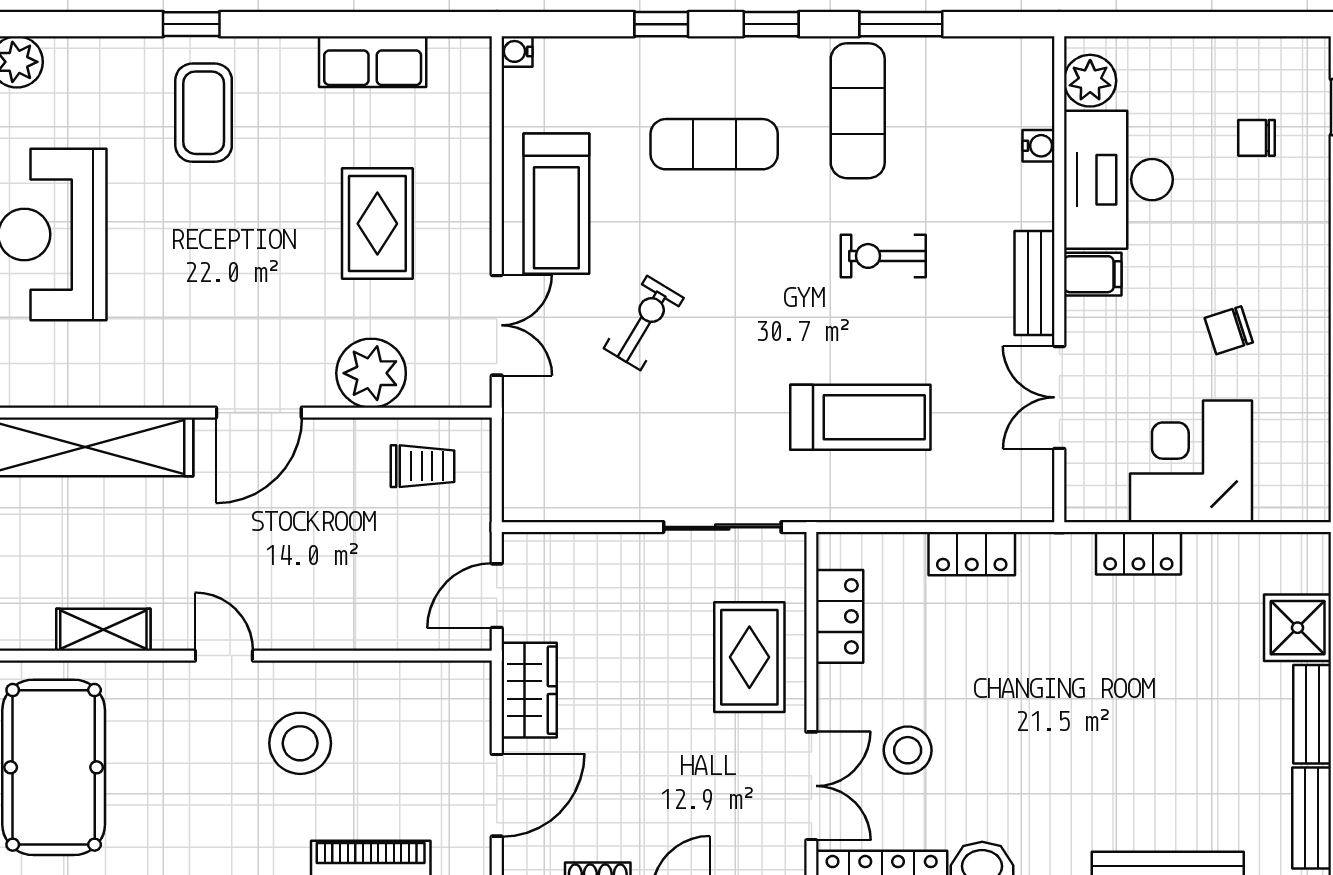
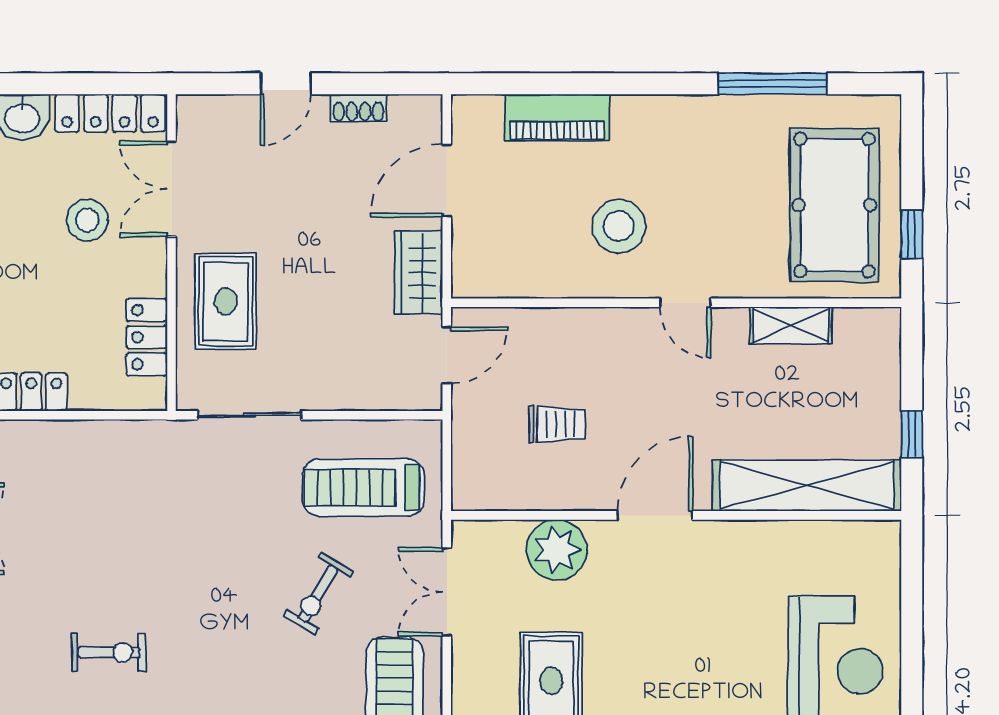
treadmill: (860, 417) -> (363, 488), moved
trolley: (423, 466) -> (557, 424), moved, turned 180

